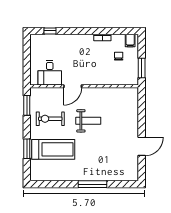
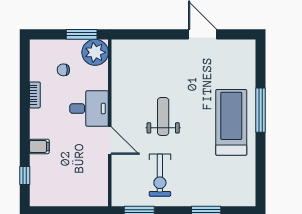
filing cabinet: (130, 40) -> (39, 146), moved
desk: (50, 73) -> (89, 109), moved
plant: (130, 77) -> (95, 52), added
treadmill: (53, 149) -> (231, 122), moved

